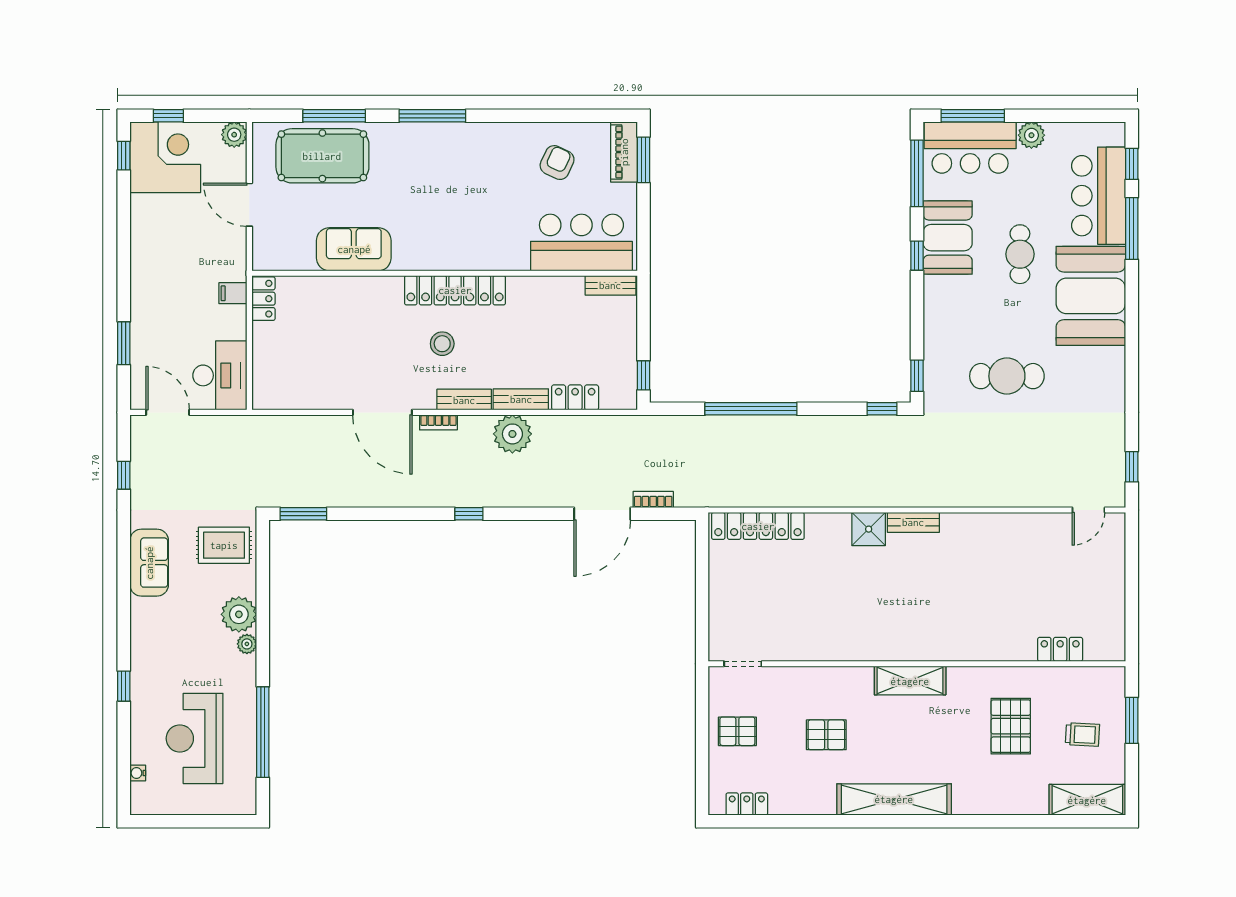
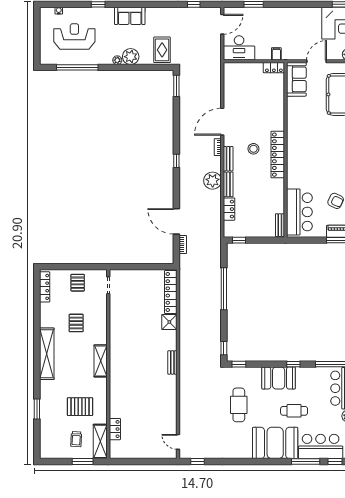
booth: (948, 238) -> (279, 378), moved
sofa: (354, 249) -> (296, 79), moved
shower: (869, 529) -> (169, 322), moved
sofa: (149, 563) -> (130, 16), moved
shelving: (1087, 800) -> (100, 441), moved
locker: (747, 804) -> (45, 287), width x1.53
window: (1016, 821) -> (37, 409), added

